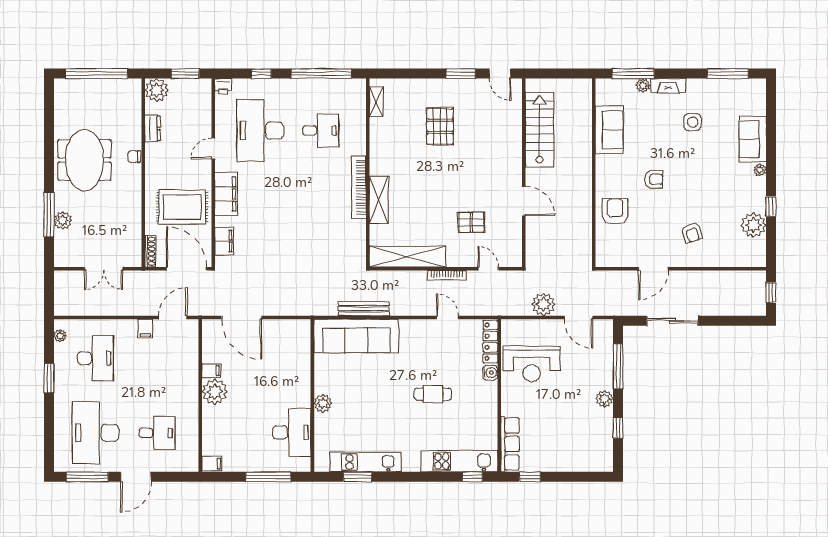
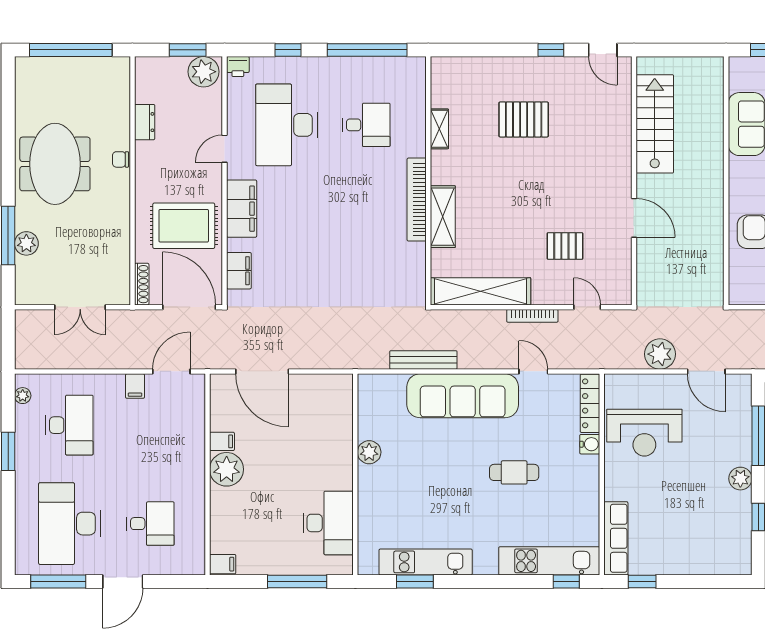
window: (461, 74) -> (551, 50), width x0.67
plant: (157, 90) -> (204, 72), moved
shelving: (376, 102) -> (439, 129), moved
pallet: (440, 126) -> (524, 119), turned 90
sofa: (356, 336) -> (463, 396), moved
plant: (323, 403) -> (369, 452), moved

